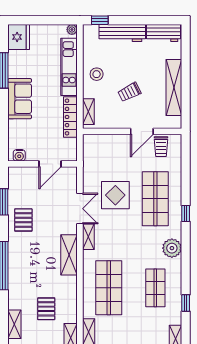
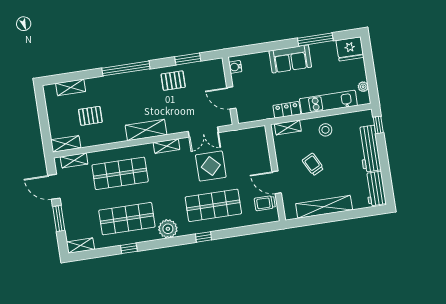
plant: (72, 30) -> (363, 87), moved
locker: (70, 117) -> (287, 110), width x0.66
double door: (80, 209) -> (203, 132), moved
shop shelf: (155, 288) -> (127, 219), width x1.43, depth x1.36
window: (186, 303) -> (129, 248), moved

